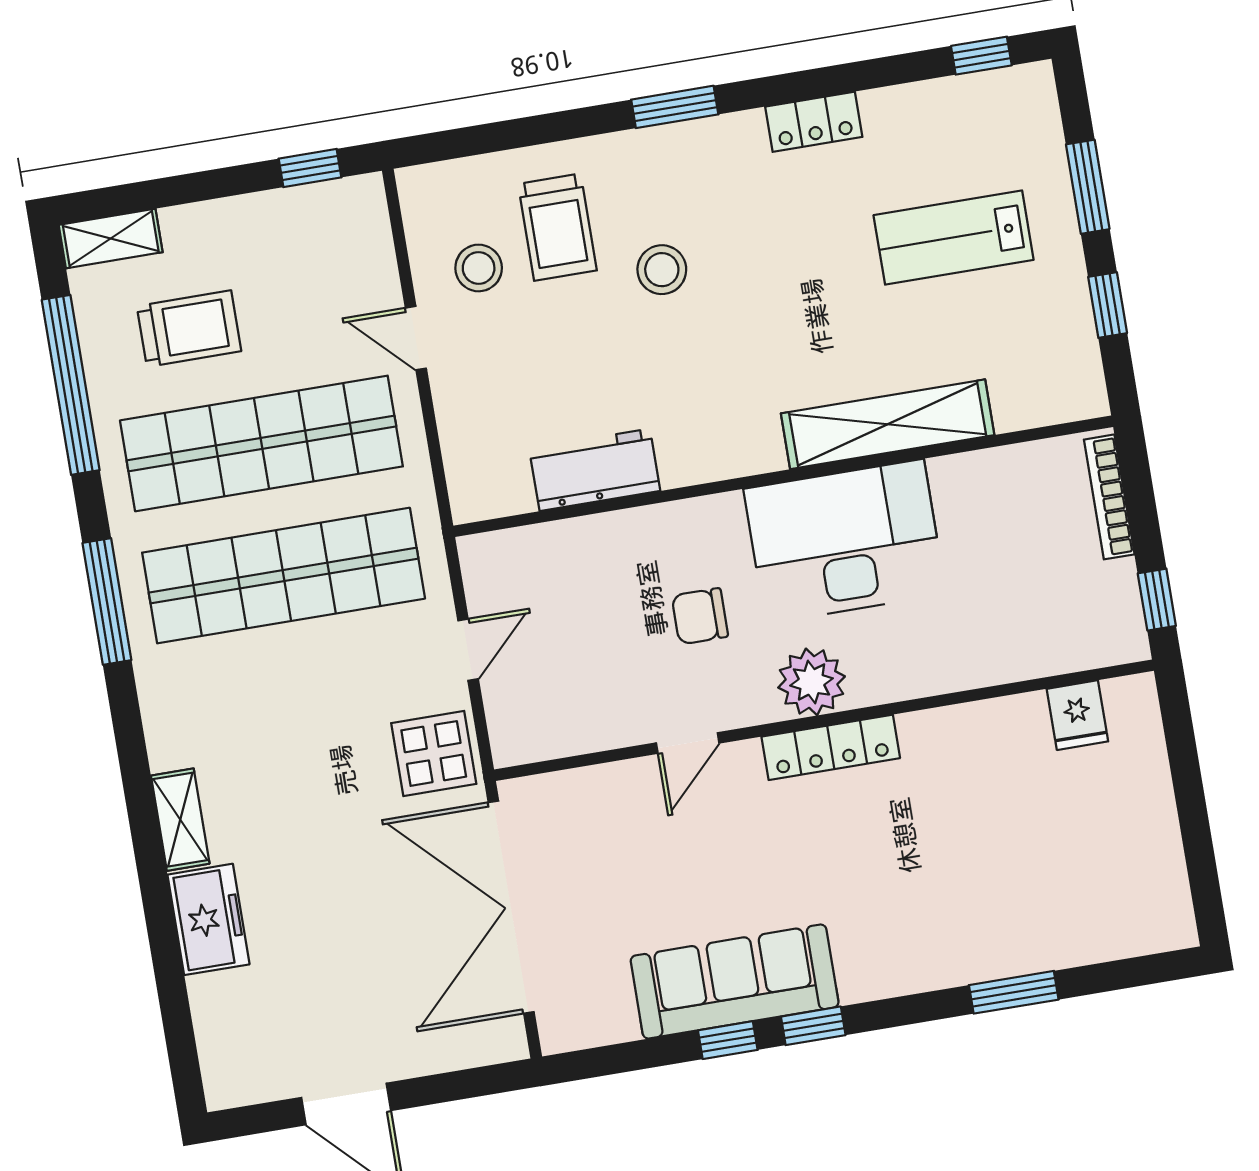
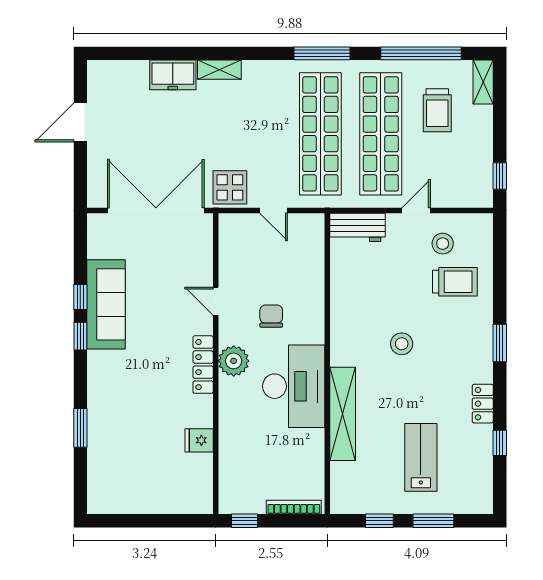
window: (981, 56) -> (500, 443), moved
trolley: (557, 227) -> (455, 282), turned 180
stool: (662, 270) -> (402, 344), moved
workbench: (595, 470) -> (358, 227), moved, turned 90
fridge: (1077, 715) -> (199, 440), moved

